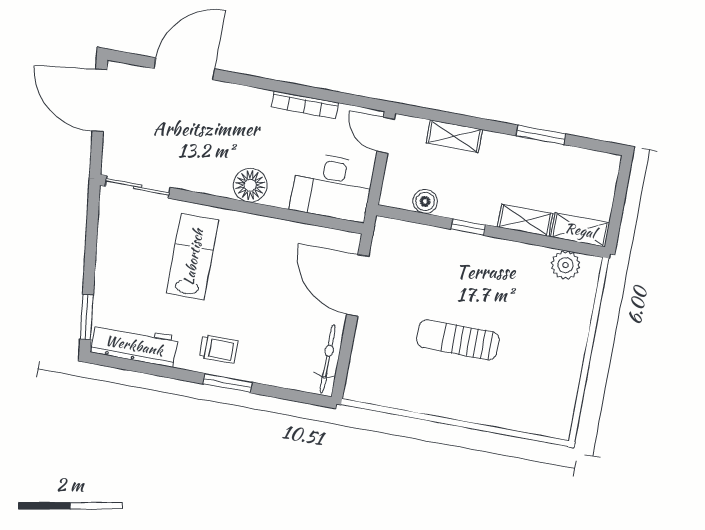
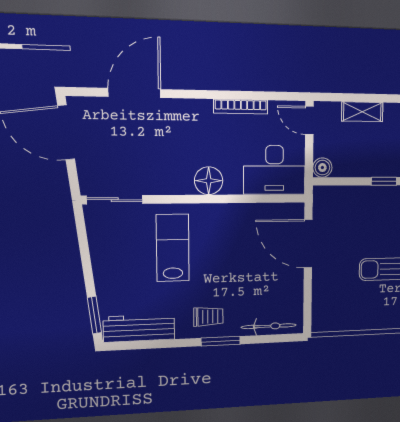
boiler: (425, 201) -> (322, 168), moved
bicycle: (328, 359) -> (269, 326), moved, turned 90

